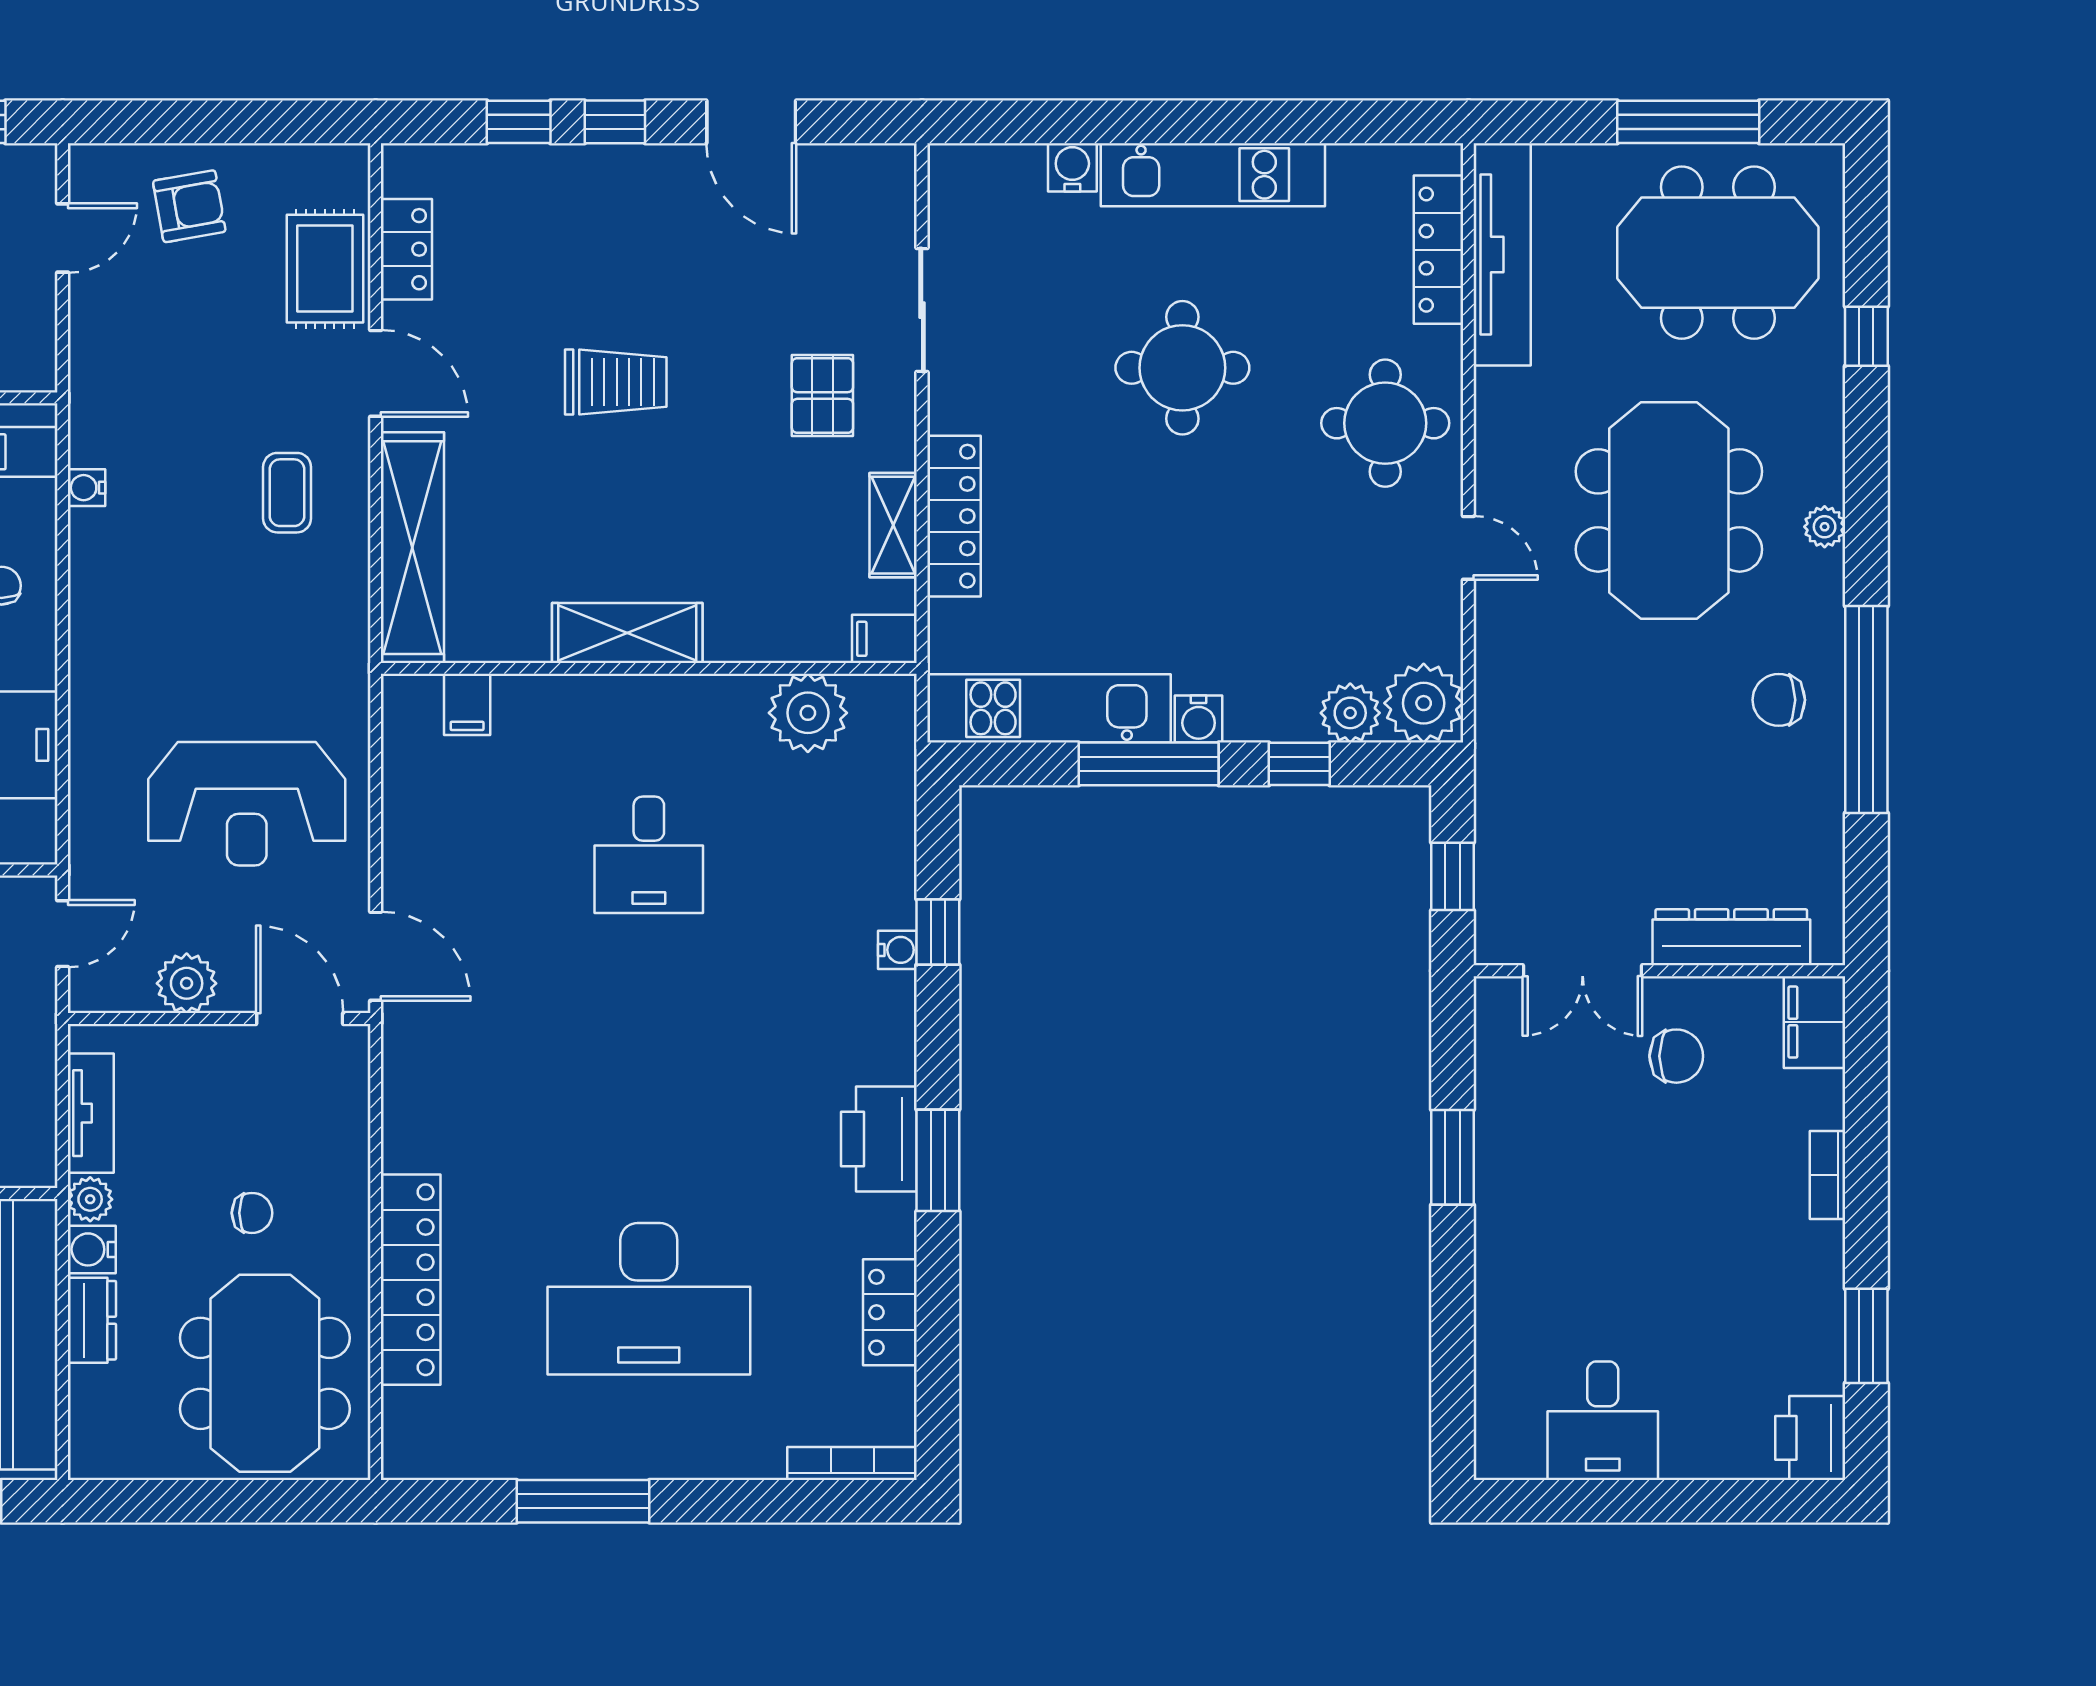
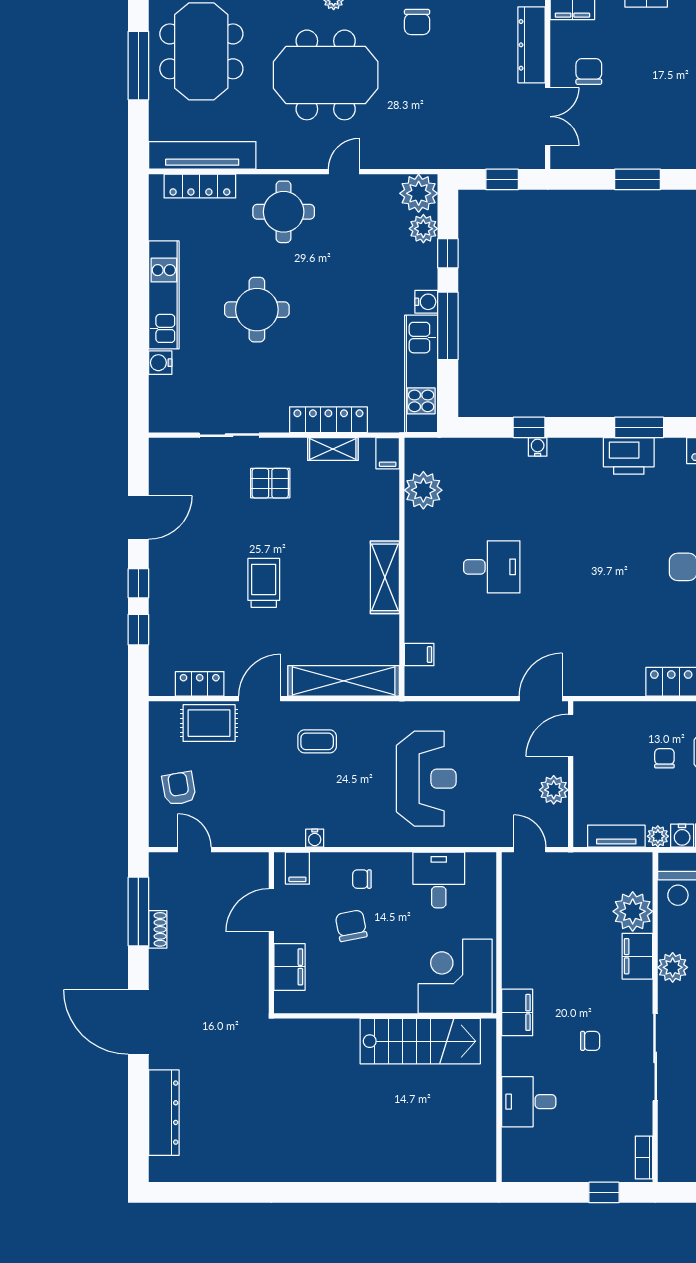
reception desk: (247, 804) -> (426, 779), moved

